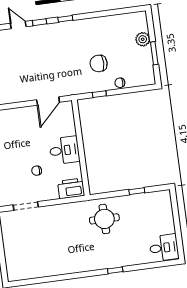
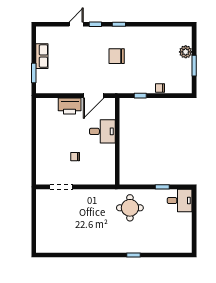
door: (18, 25) -> (76, 24), hinge flipped
chair: (99, 63) -> (117, 56), moved
desk: (64, 150) -> (102, 131), moved
printer: (71, 188) -> (70, 106), moved, turned 180
desk: (164, 248) -> (180, 201), moved

